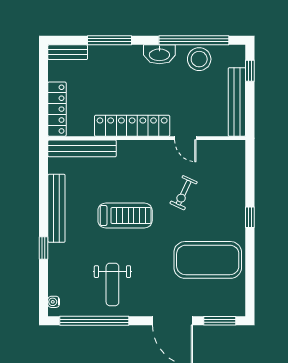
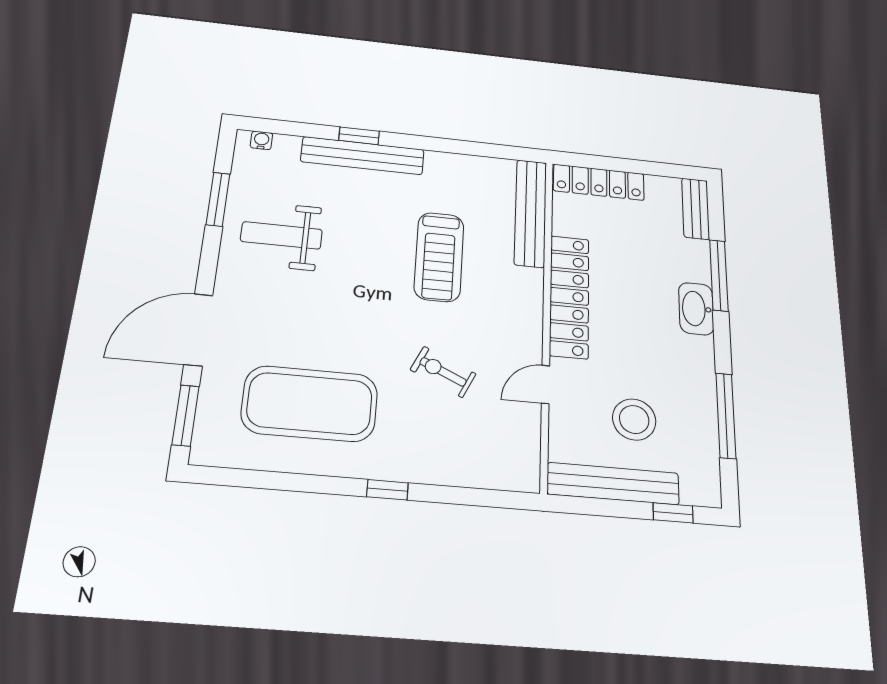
window: (194, 40) -> (726, 416), width x0.68
washbasin: (159, 54) -> (696, 309), moved
stool: (199, 59) -> (634, 419), moved
bench: (56, 208) -> (363, 156), moved
treadmill: (125, 216) -> (439, 257), moved
exercise mat: (208, 260) -> (310, 404), turned 90
window: (94, 321) -> (218, 199), width x0.47

